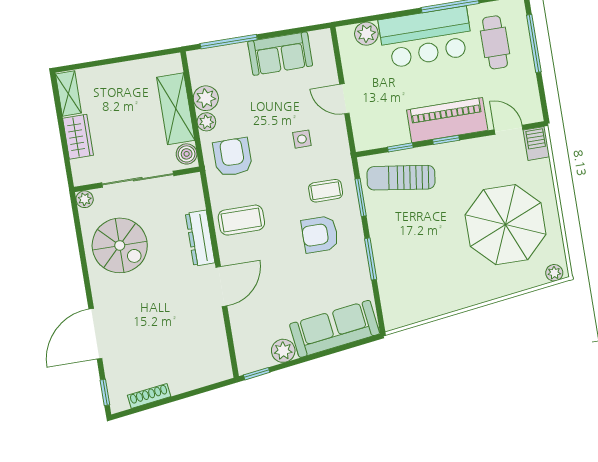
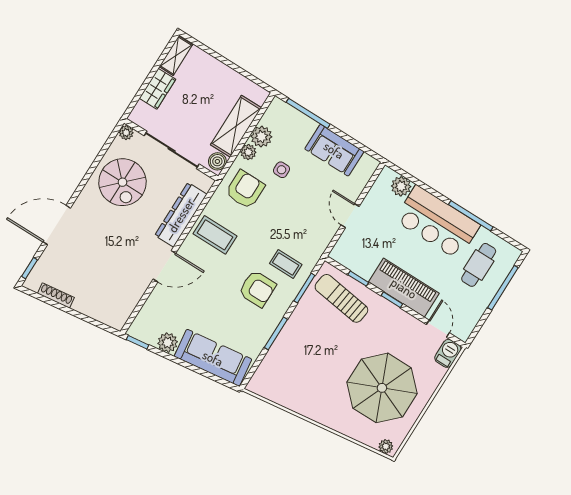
side table: (302, 139) -> (282, 170), moved
armchair: (320, 234) -> (257, 289), turned 180
dresser: (200, 238) -> (181, 215), width x1.37, depth x1.24

